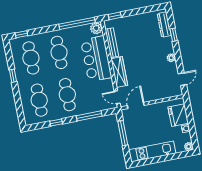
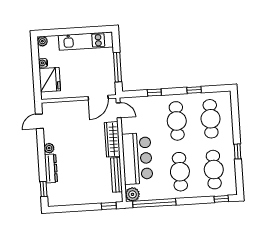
dresser: (164, 25) -> (51, 168), moved
window: (174, 35) -> (44, 189), moved
window: (89, 116) -> (154, 93), width x0.46

